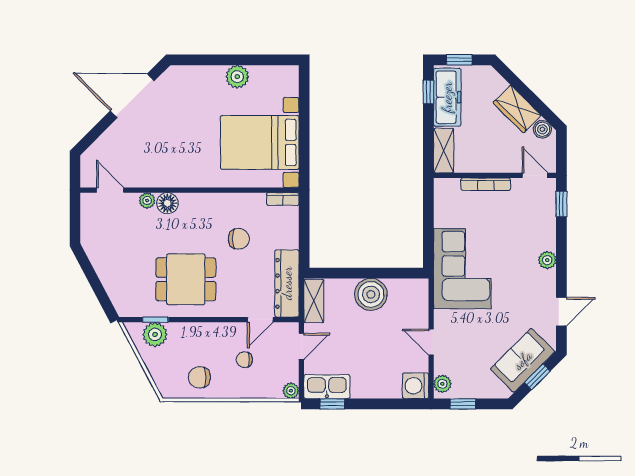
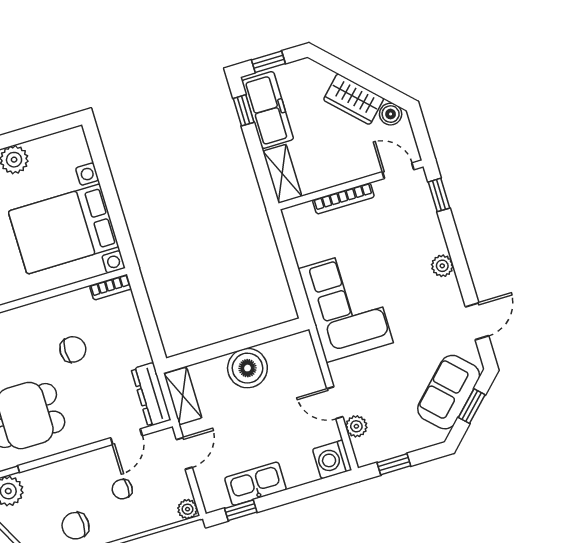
dresser: (287, 283) -> (151, 395), width x0.73, depth x0.80
plant: (442, 384) -> (356, 426), moved
kitchen sink: (327, 387) -> (255, 484), moved

